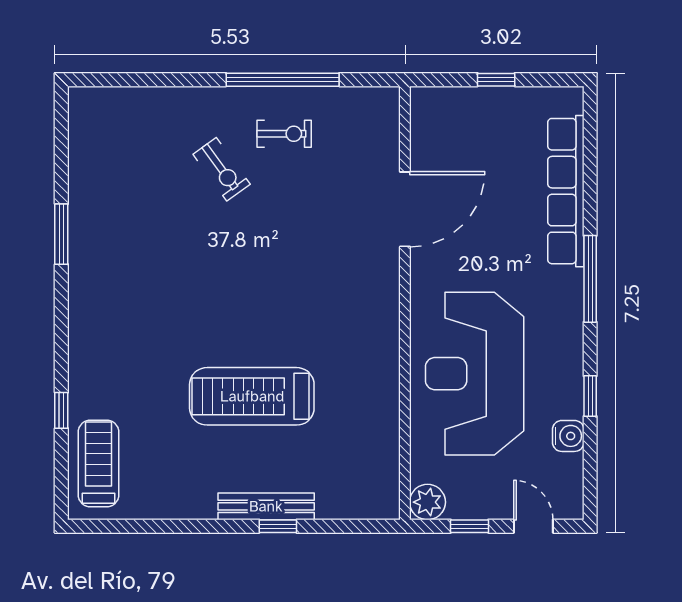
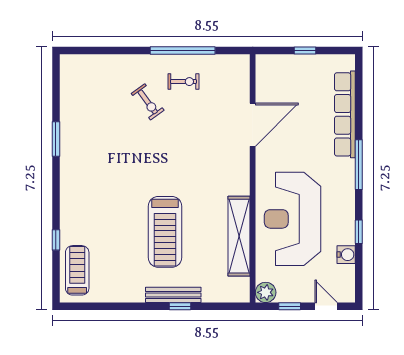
treadmill: (252, 396) -> (165, 232), turned -90
shelving: (381, 404) -> (239, 236), added

